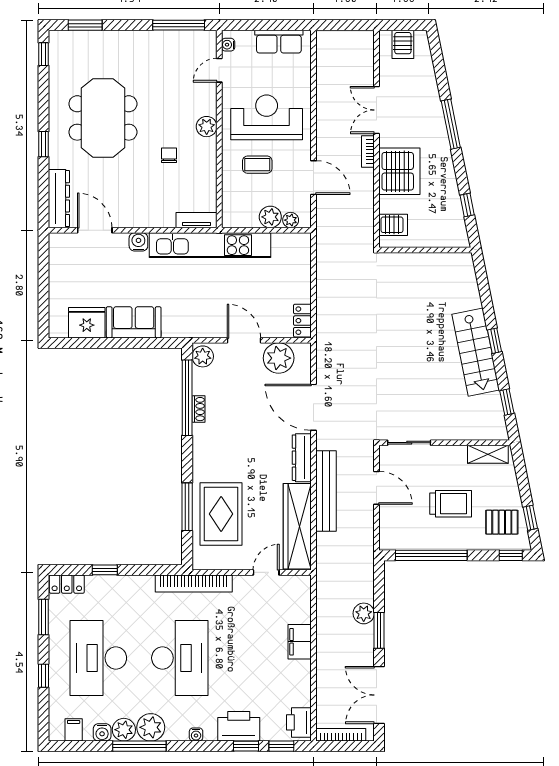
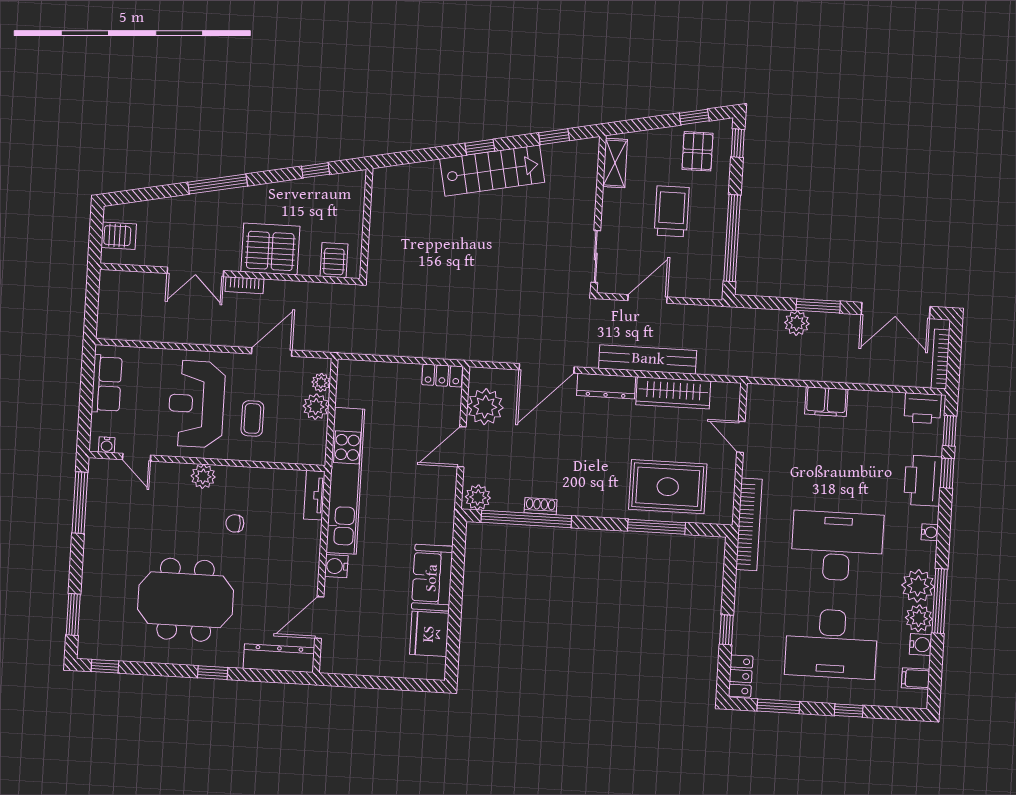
wardrobe: (297, 526) -> (673, 393), width x0.71, depth x0.85

